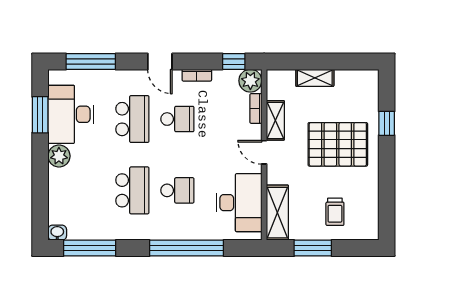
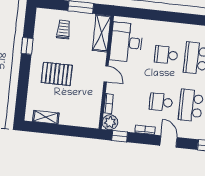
shelving: (315, 78) -> (46, 117), moved
shelving: (275, 120) -> (96, 94), removed
window: (387, 123) -> (27, 46), moved
pallet: (338, 144) -> (57, 74), width x0.73, depth x0.71
window: (187, 248) -> (164, 16), removed

